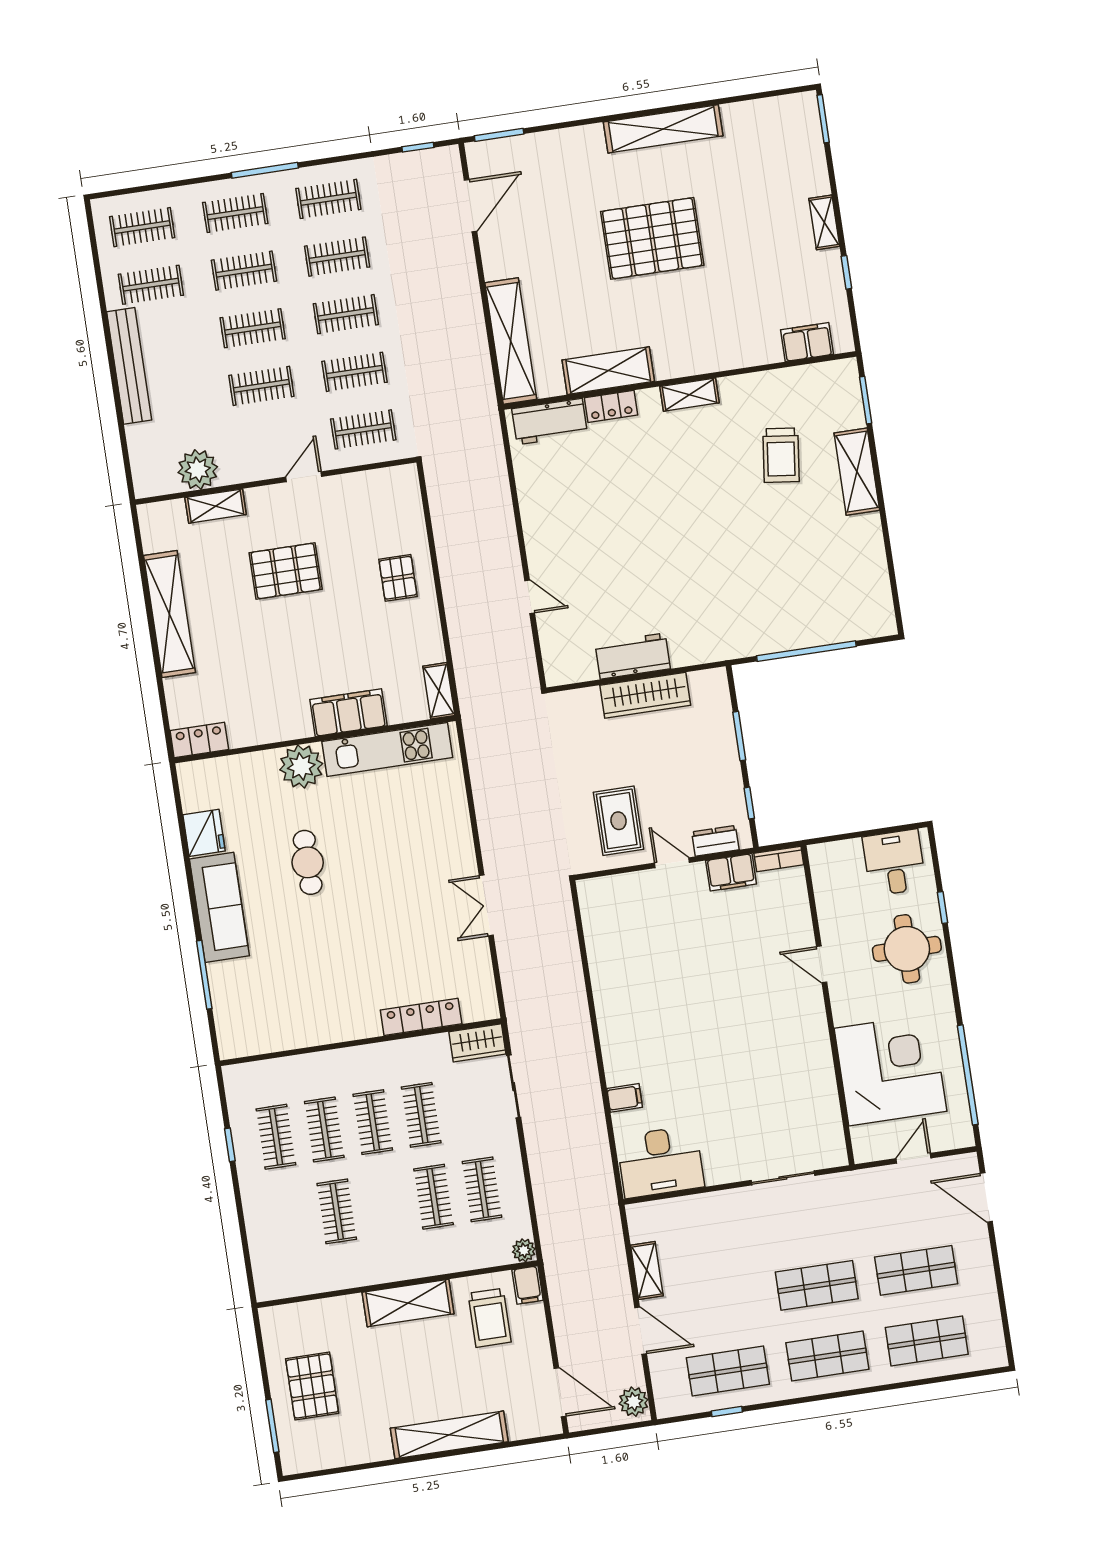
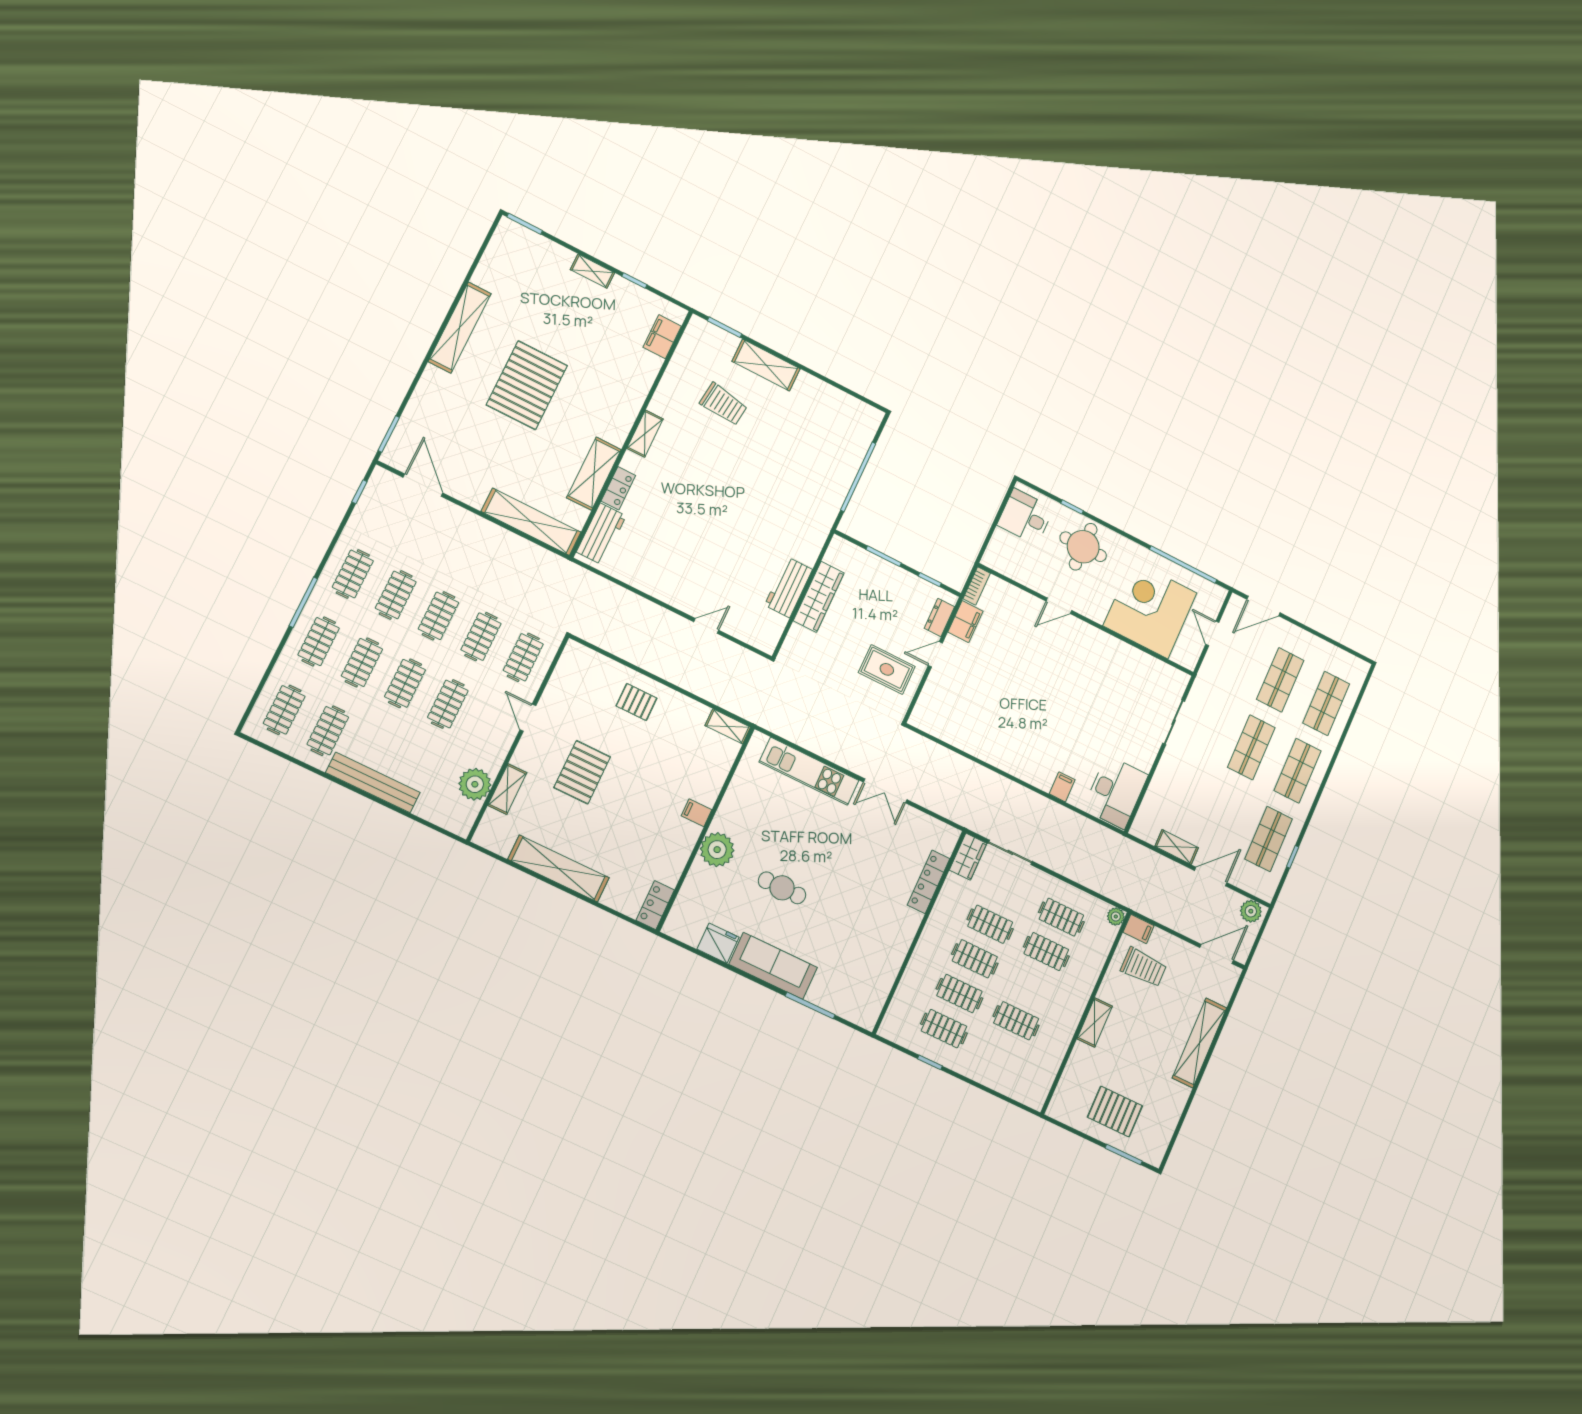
filing cabinet: (348, 713) -> (696, 813), width x0.33, depth x0.86
kitchen unit: (387, 749) -> (809, 771), moved, turned 90
shelving: (408, 1303) -> (1095, 1022), width x0.67, depth x0.75

